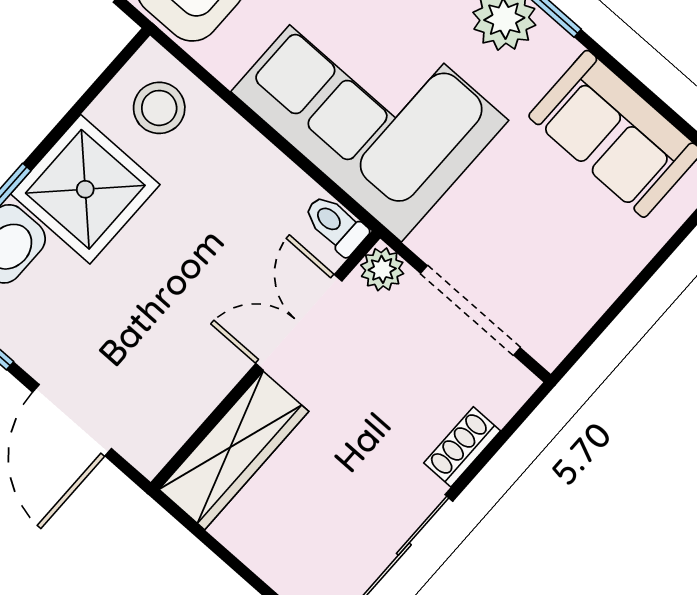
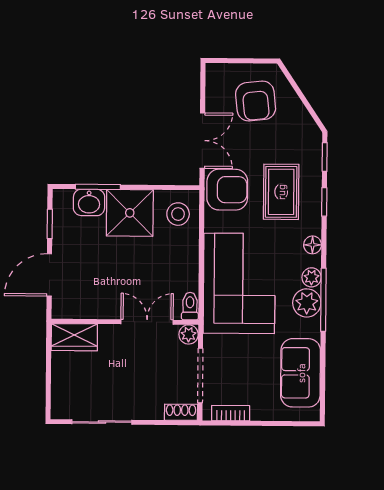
bookcase: (580, 314) -> (231, 413), added
shoe rack: (462, 447) -> (181, 412), moved
wardrobe: (234, 450) -> (74, 337), width x0.67

